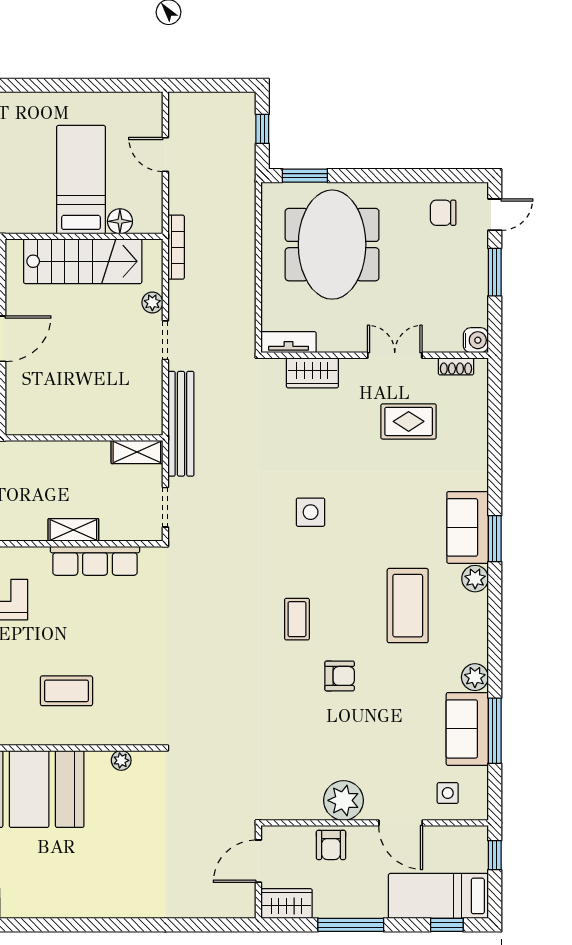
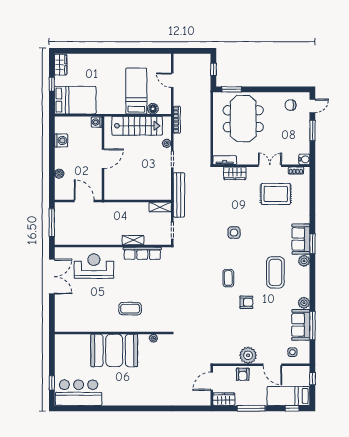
rug: (409, 421) -> (276, 194), width x1.36, depth x1.43

